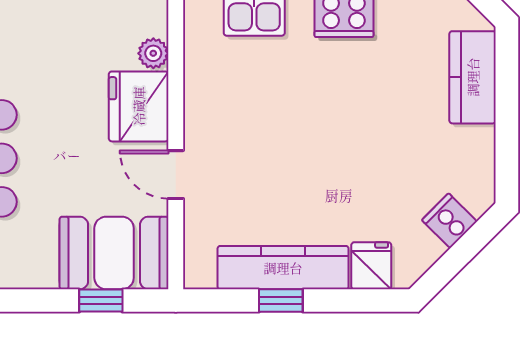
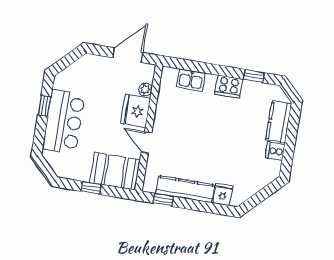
cooker: (449, 221) -> (275, 151), moved, turned -45
window: (101, 301) -> (91, 188), moved
window: (281, 301) -> (163, 200), moved

